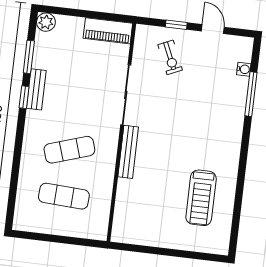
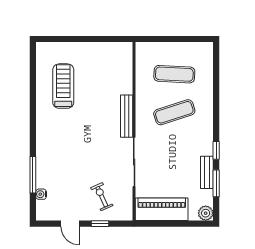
piano: (108, 31) -> (162, 209), width x1.37, depth x1.33
bench: (36, 89) -> (207, 172), moved

